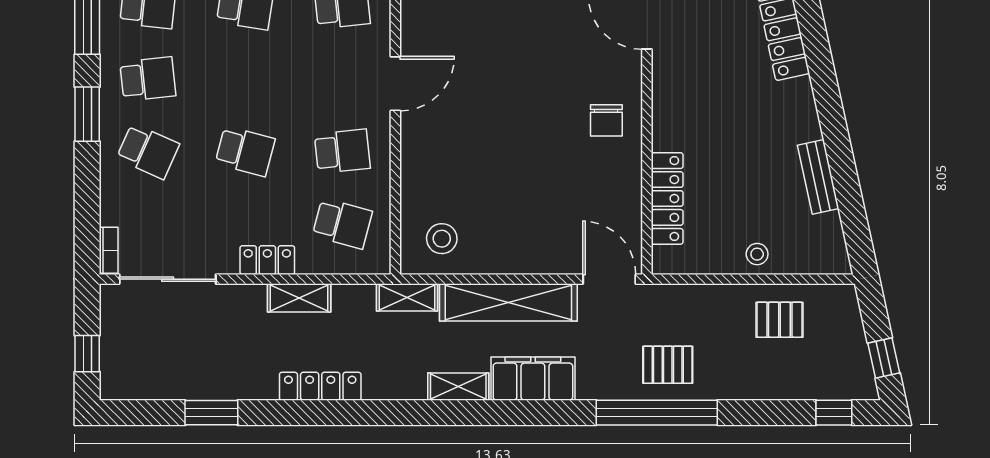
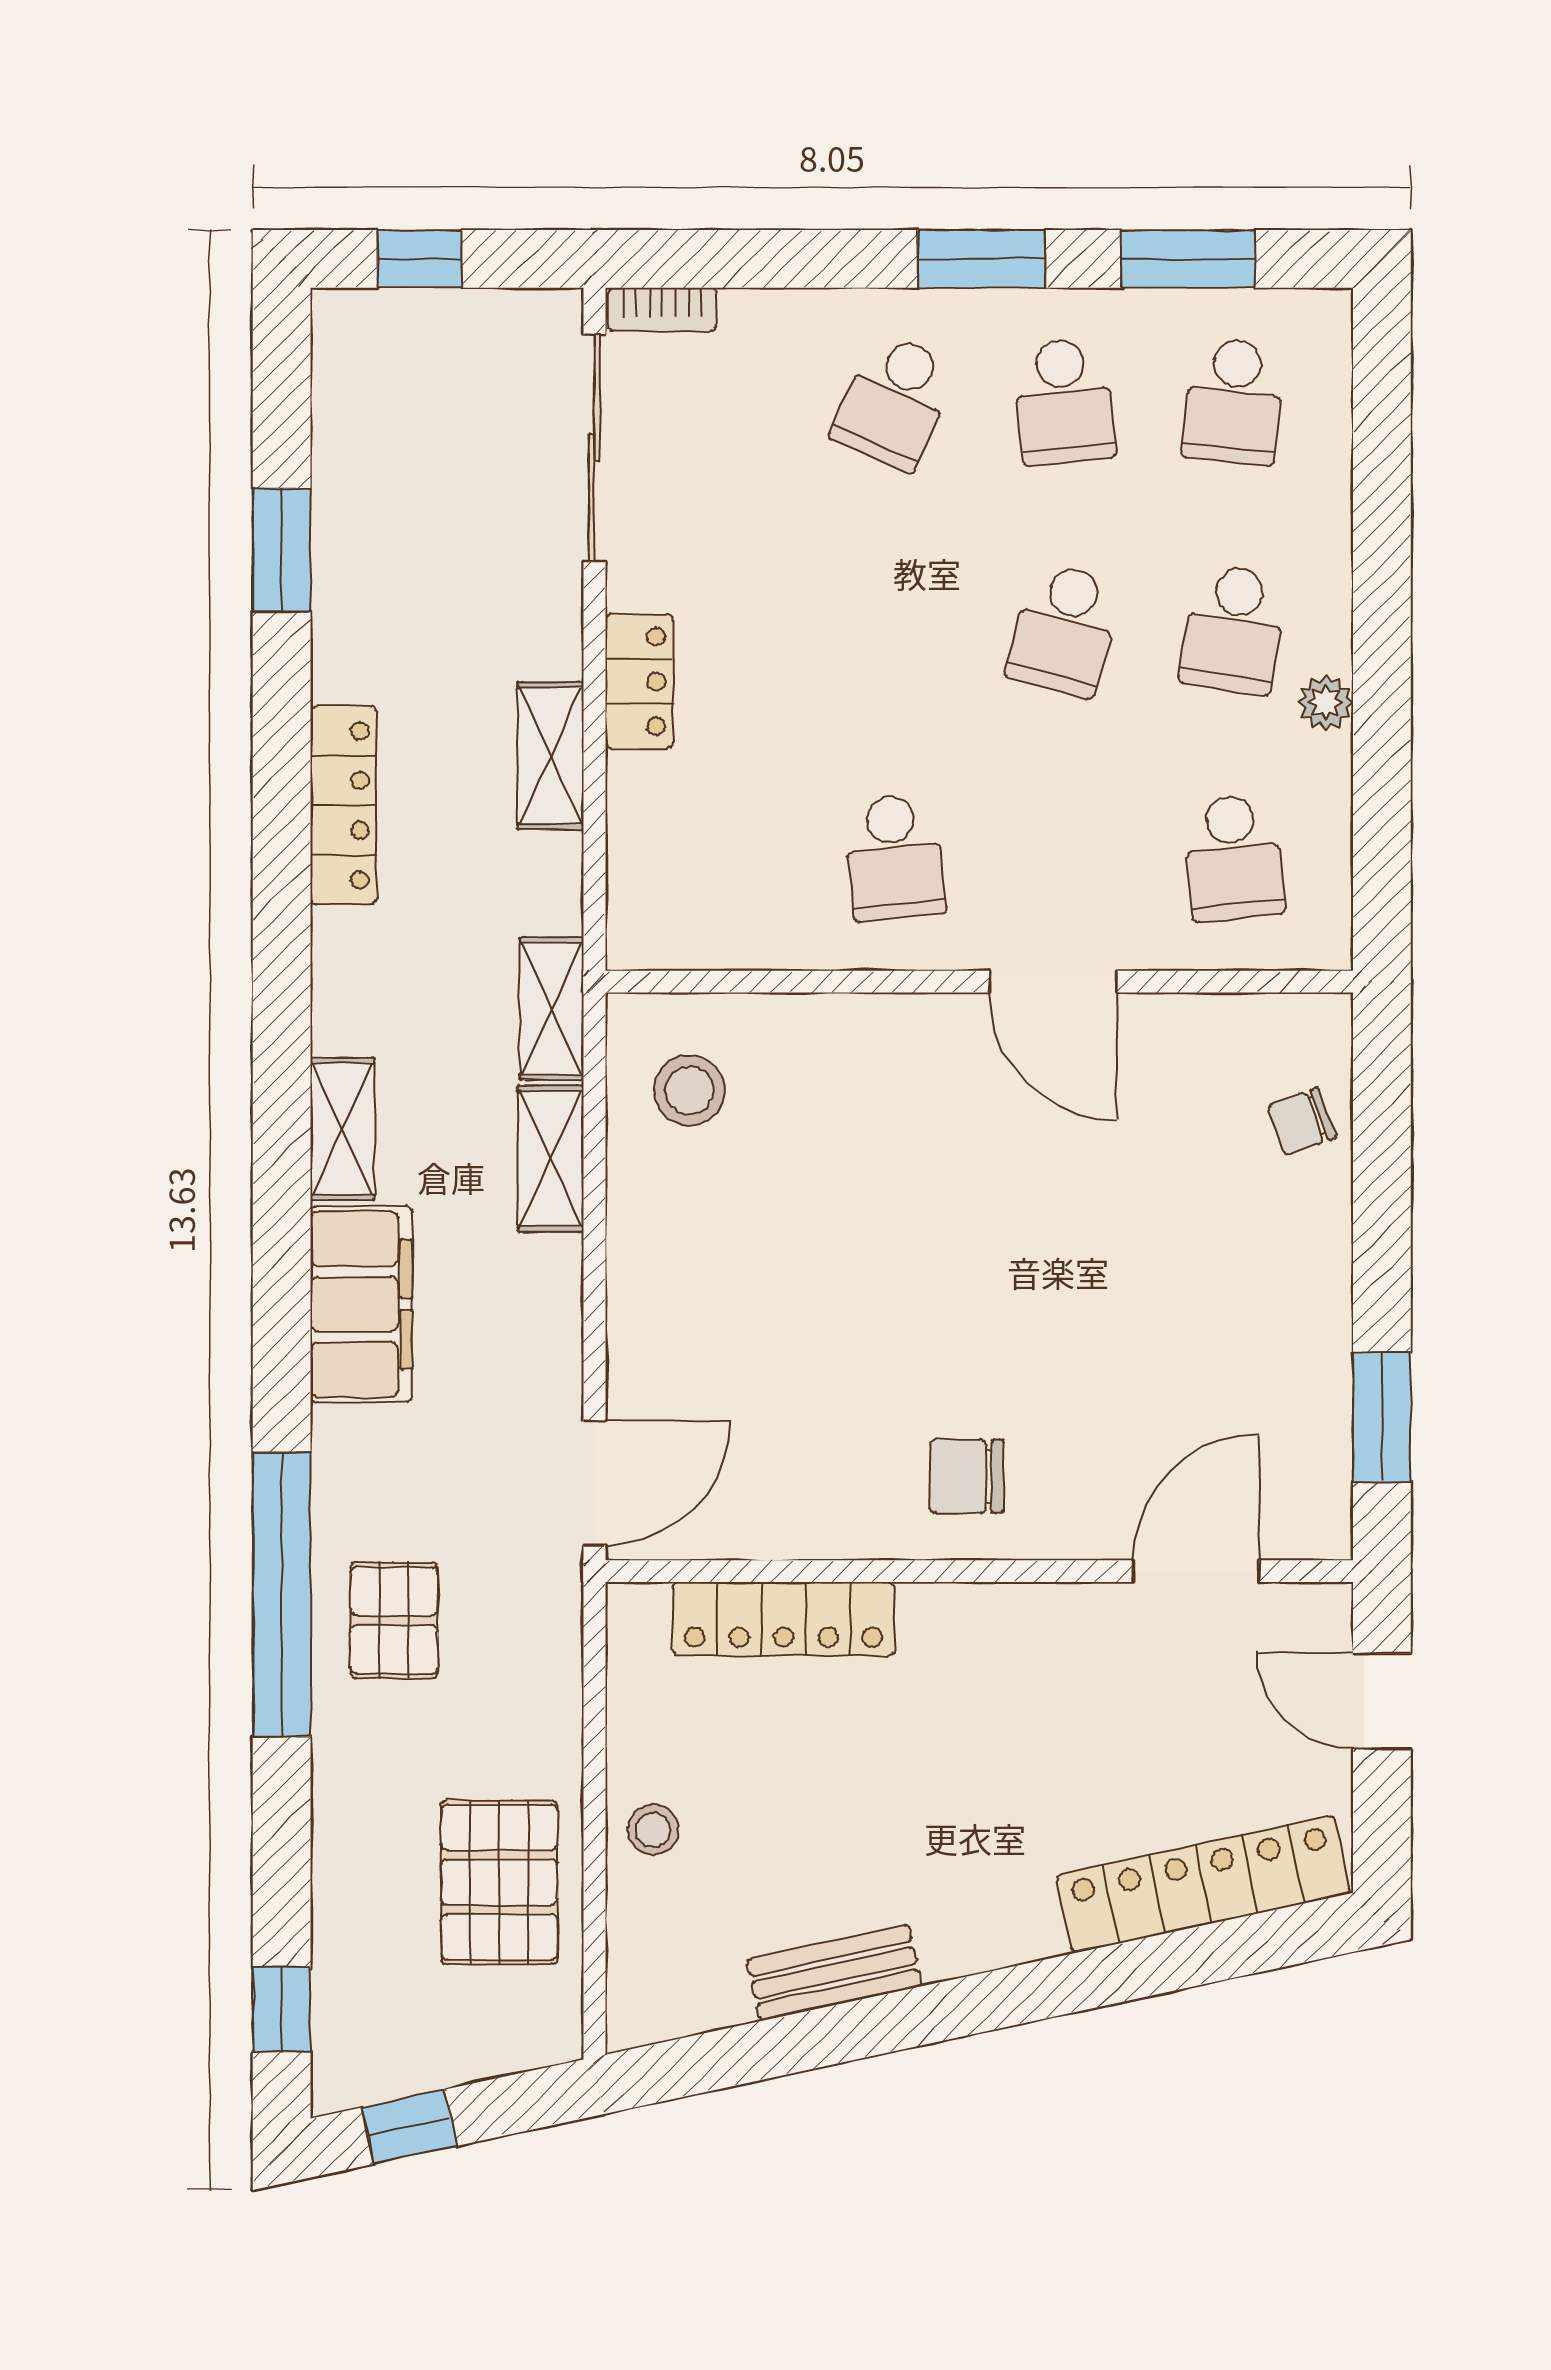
school desk: (245, 151) -> (1064, 629), moved
school desk: (342, 224) -> (725, 857), removed
shelving: (508, 302) -> (551, 1159), width x0.45, depth x0.75
pallet: (779, 320) -> (499, 1882), width x1.50, depth x1.42

